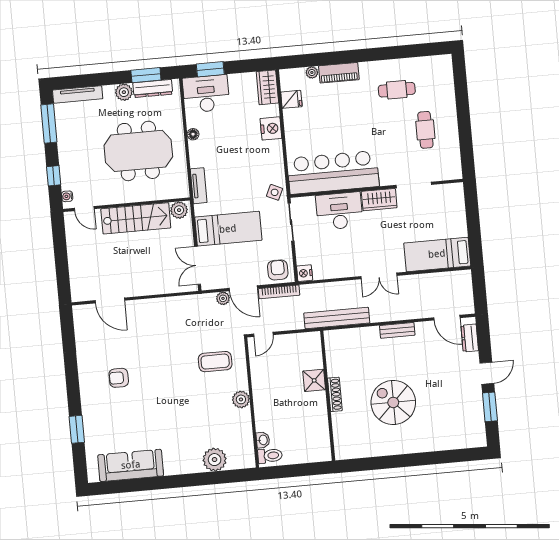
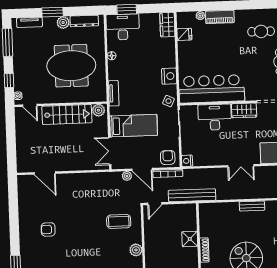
window: (146, 75) -> (52, 12), moved
tv unit: (78, 94) -> (29, 22), width x0.71
nightstand: (271, 128) -> (169, 76), moved
bench: (337, 318) -> (192, 195), moved

